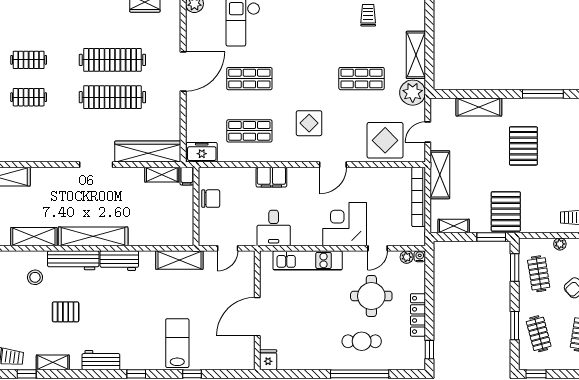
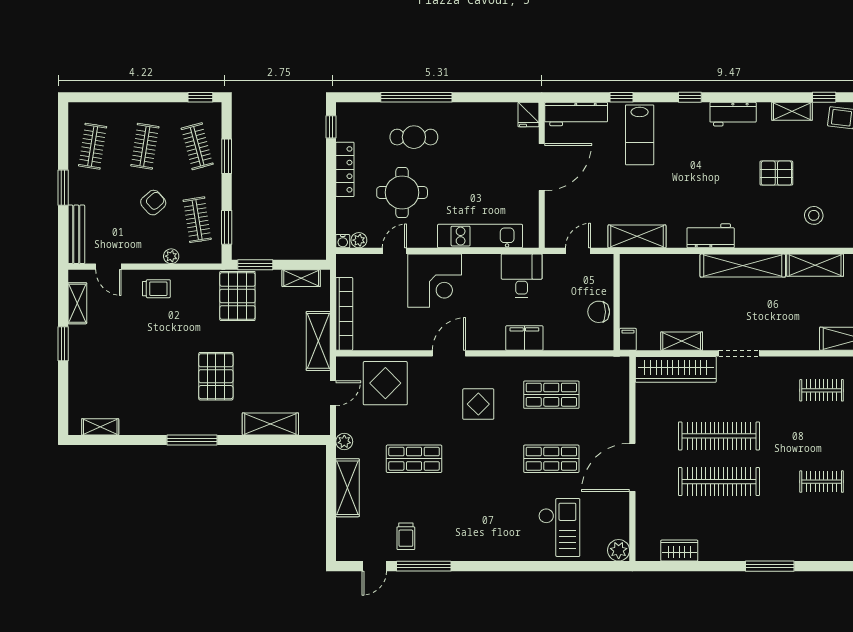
plant: (413, 93) -> (344, 442), width x0.53, depth x0.53
clothes rail: (29, 97) -> (822, 390), moved
freezer: (202, 152) -> (610, 369), removed
shelving: (162, 175) -> (682, 341), moved
workbench: (73, 260) -> (576, 114), moved, turned 180

